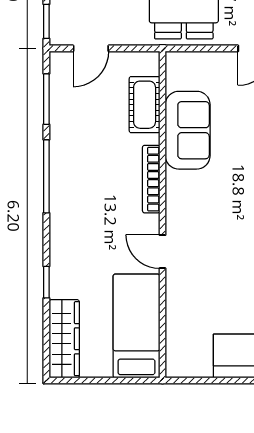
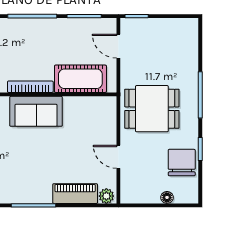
cot: (145, 105) -> (80, 79), width x1.37, depth x1.34
sofa: (188, 130) -> (36, 111), moved

